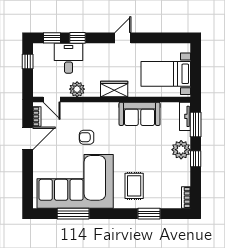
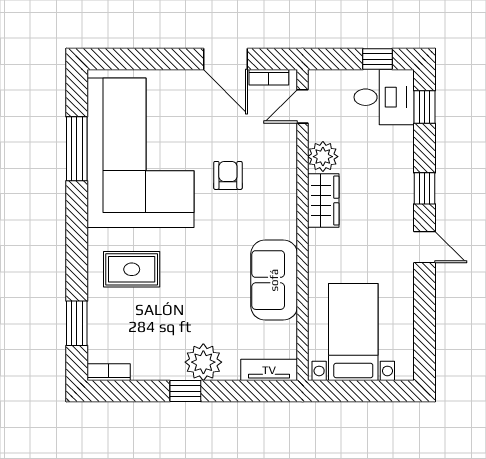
window: (77, 38) -> (424, 188), moved
desk: (69, 58) -> (384, 97), moved
wardrobe: (114, 89) -> (323, 201), moved
window: (196, 124) -> (253, 391), removed
window: (149, 214) -> (77, 323), moved

